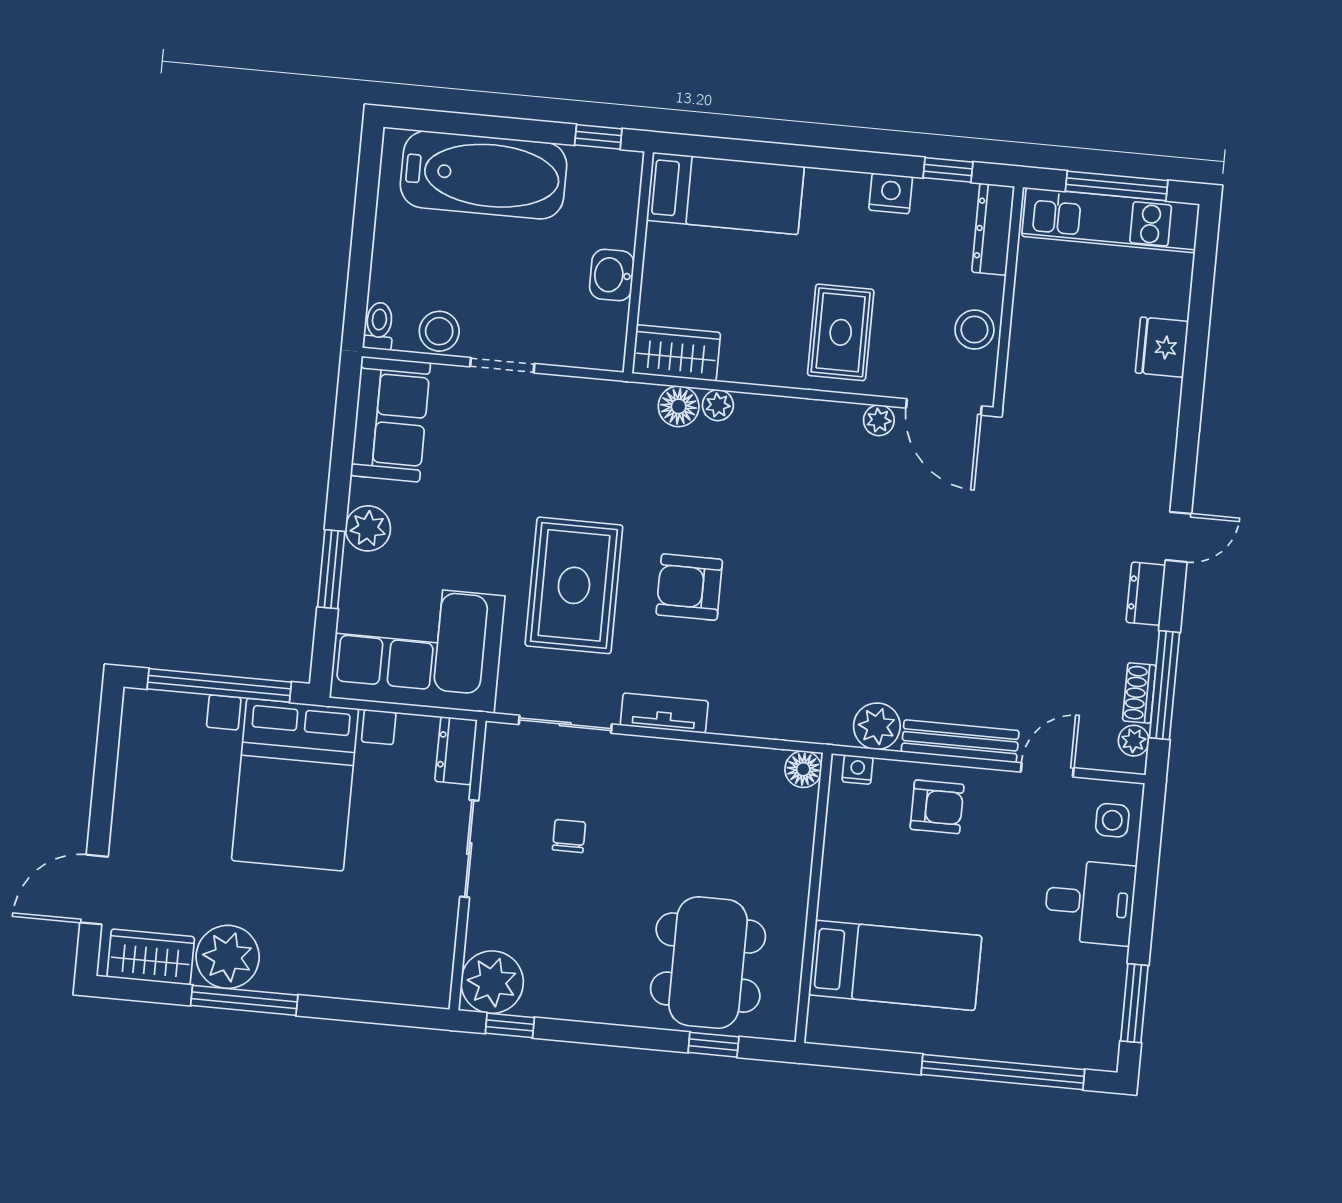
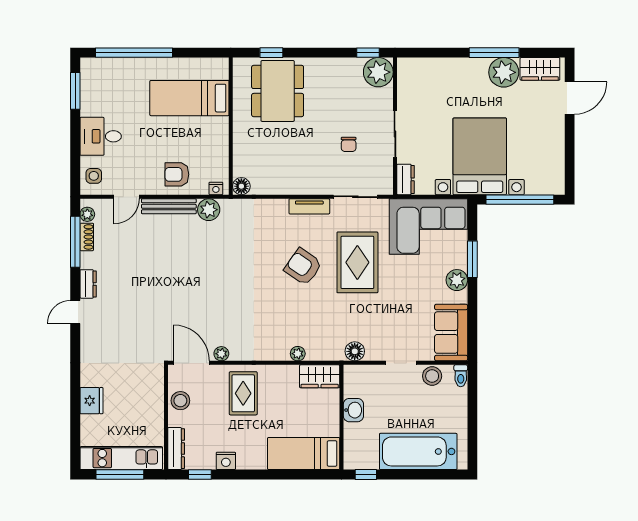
floor lamp: (679, 406) -> (355, 351), moved
armchair: (689, 587) -> (303, 267), turned -145

